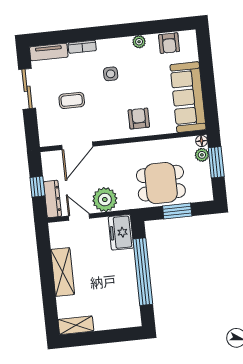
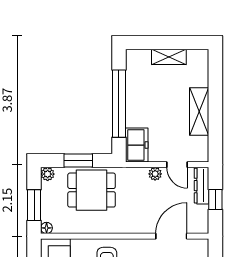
plant: (202, 155) -> (48, 174), moved
plant: (105, 200) -> (155, 174), width x0.53, depth x0.53
shelving: (76, 325) -> (169, 57), moved

